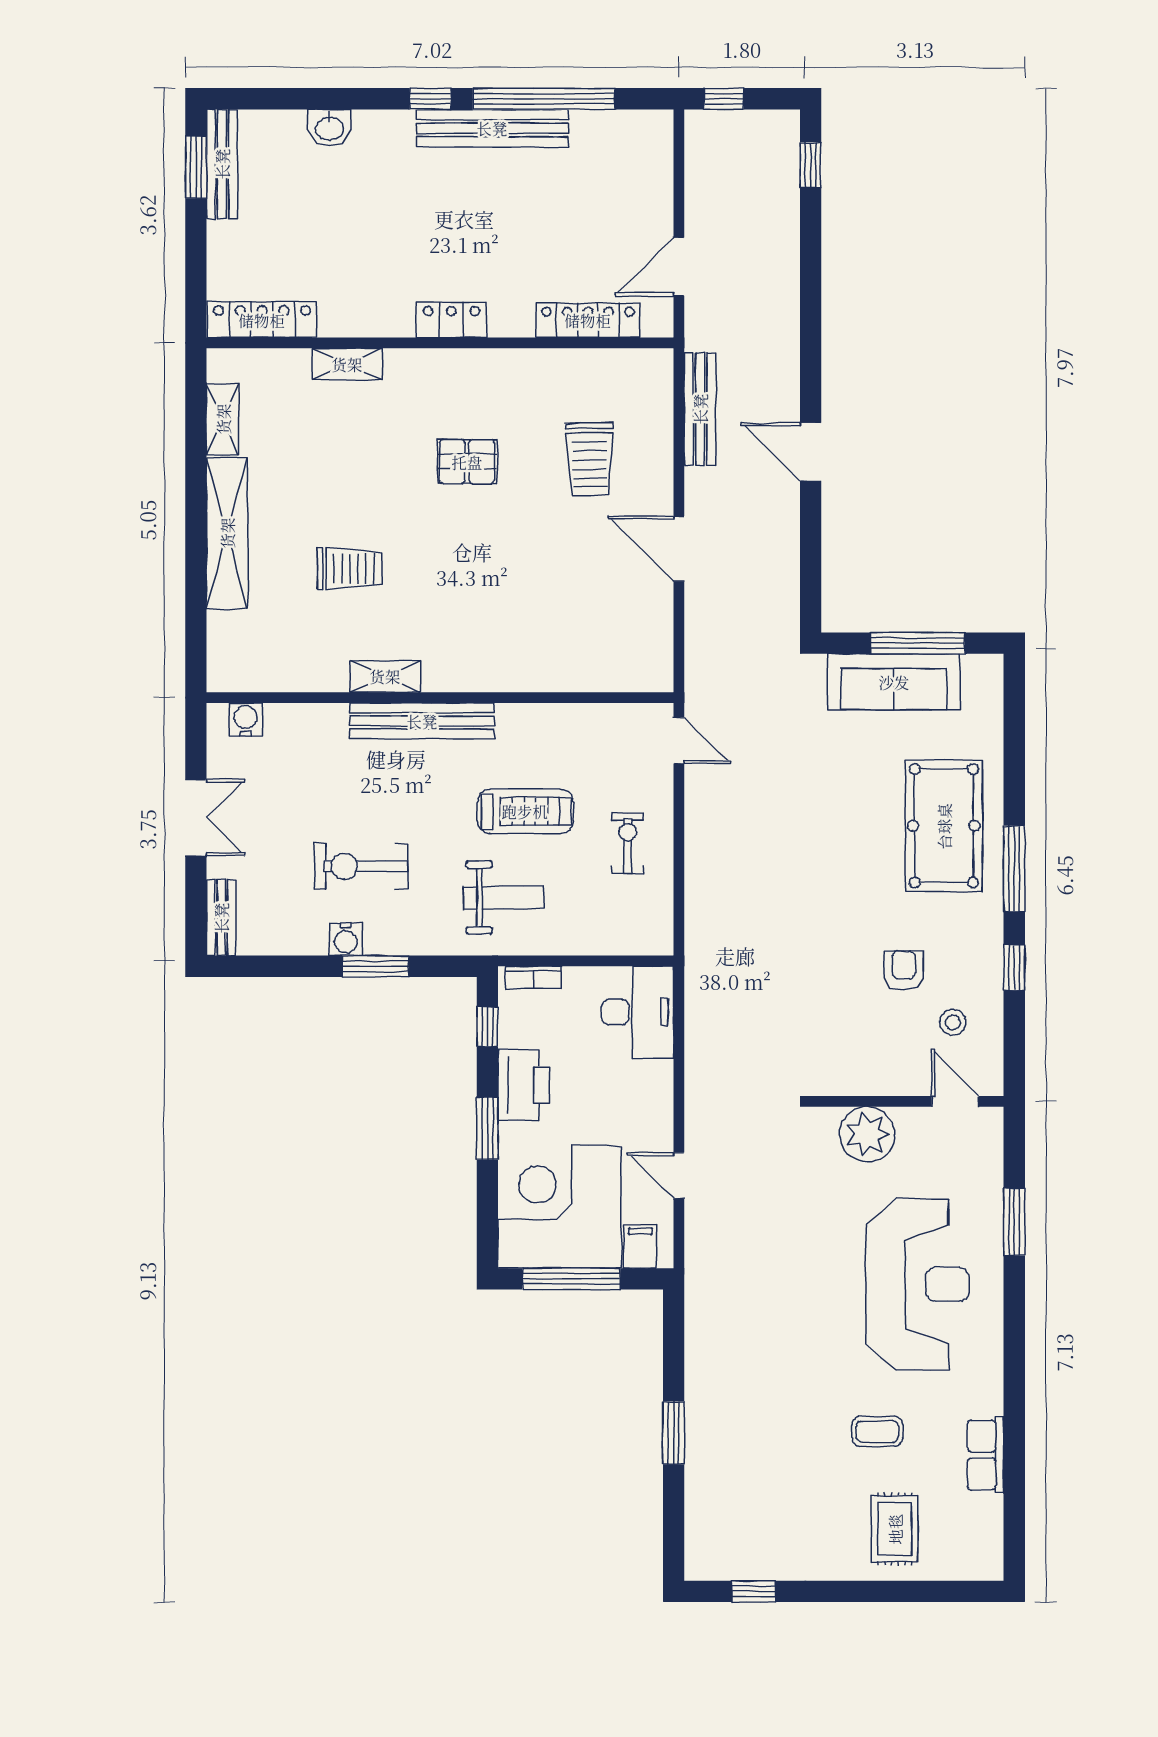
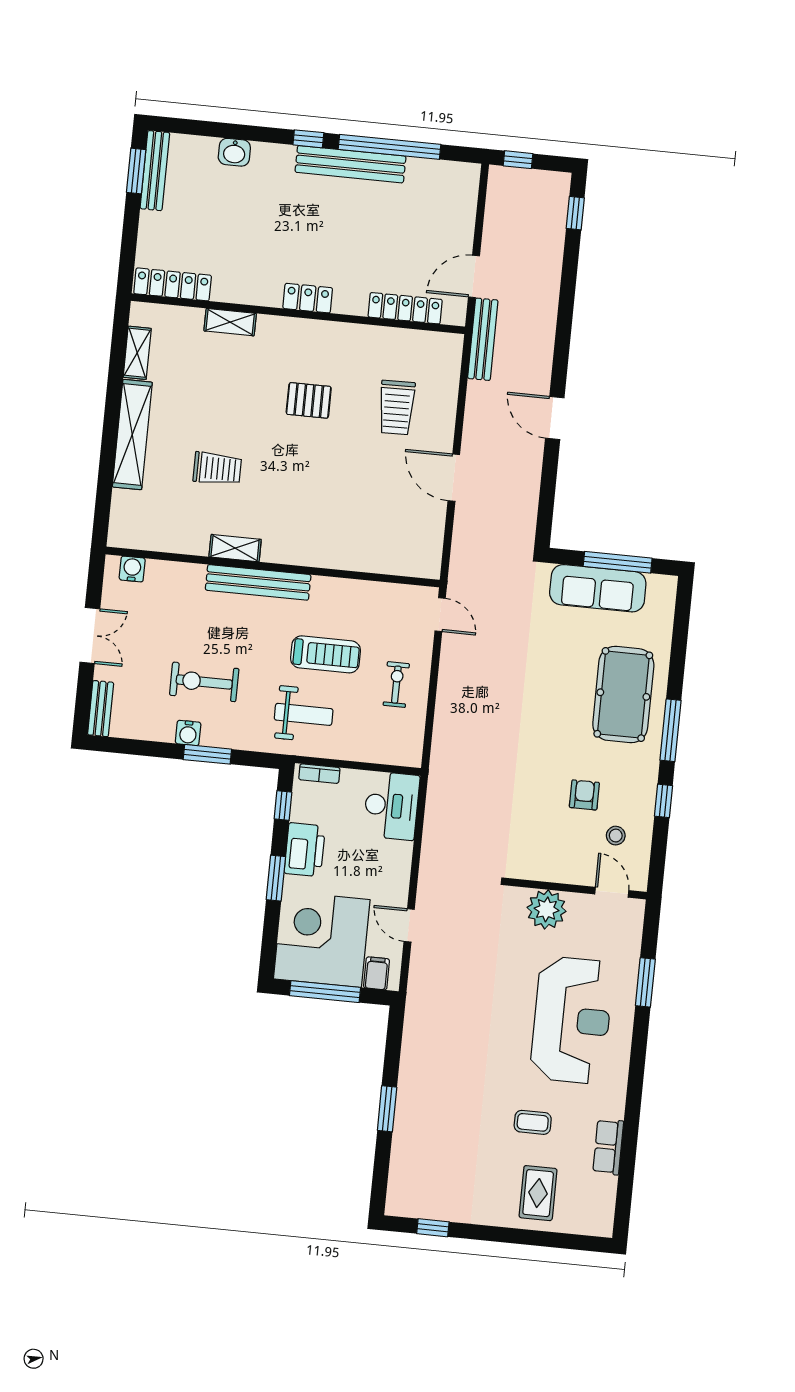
bench: (700, 409) -> (483, 339), moved

